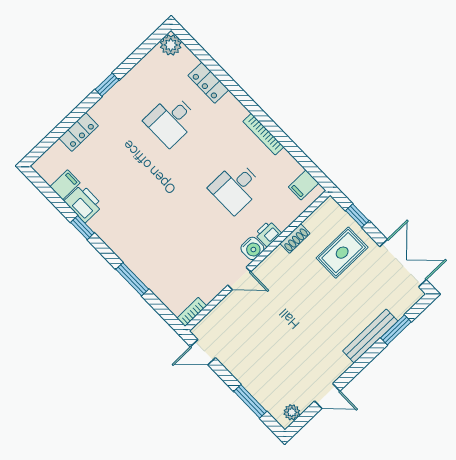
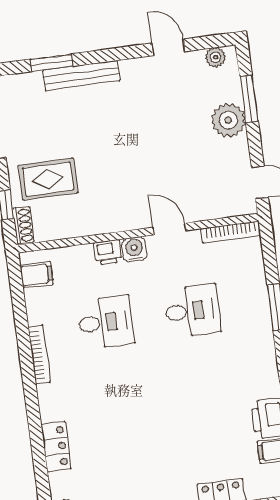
desk: (171, 120) -> (192, 311), moved
shoe rack: (295, 239) -> (23, 225), moved, turned 90
bookcase: (192, 312) -> (231, 232), width x1.56
plant: (253, 378) -> (228, 120), added

